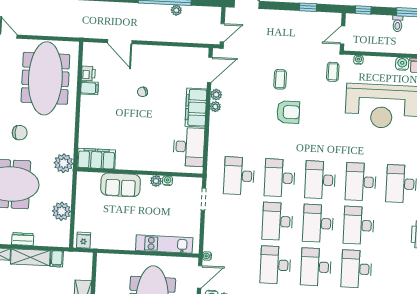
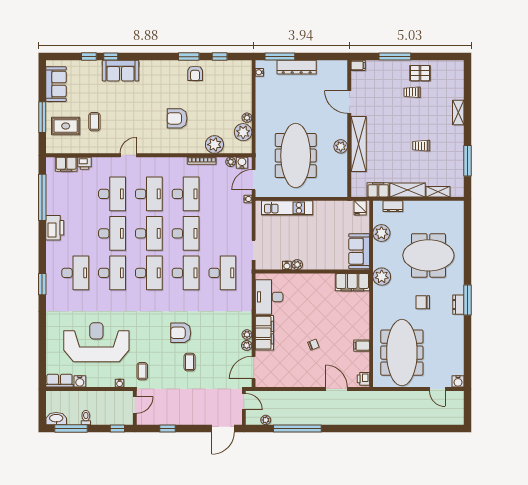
plant: (176, 10) -> (266, 420), moved
door: (222, 33) -> (244, 402), swing flipped
printer: (88, 73) -> (363, 379), moved
sofa: (121, 185) -> (359, 251), moved, turned -90
dresser: (23, 239) -> (393, 206), moved
filing cabinet: (57, 259) -> (378, 190), width x2.00

